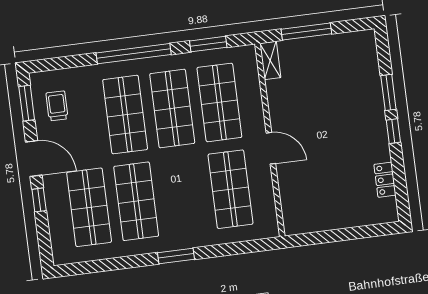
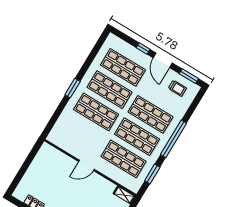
door: (34, 159) -> (163, 60), hinge flipped
shop shelf: (230, 189) -> (96, 112), moved

